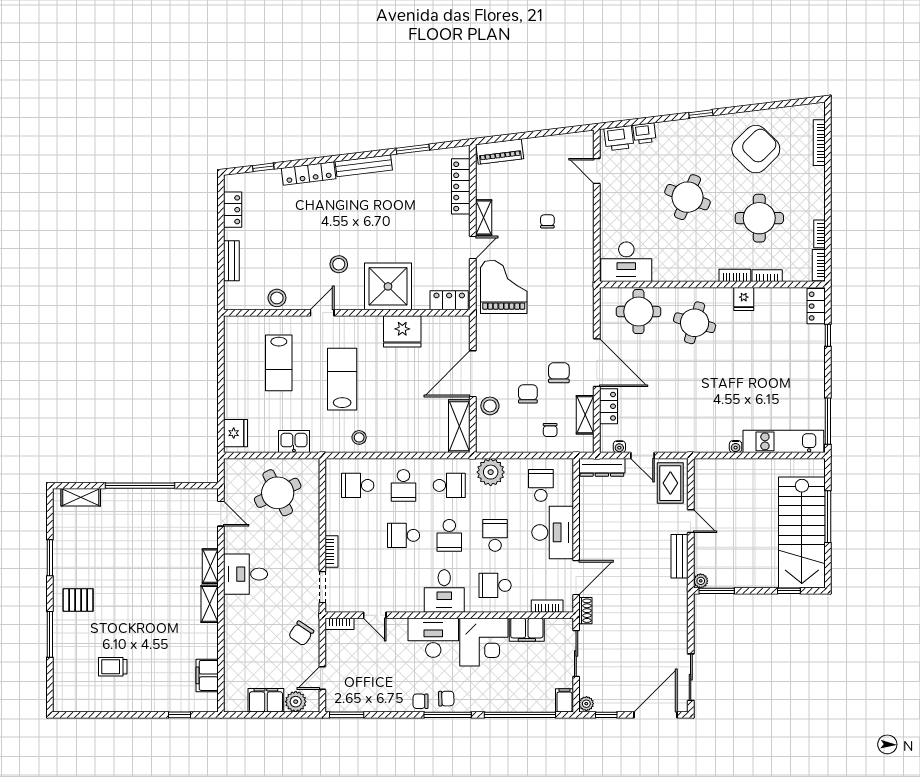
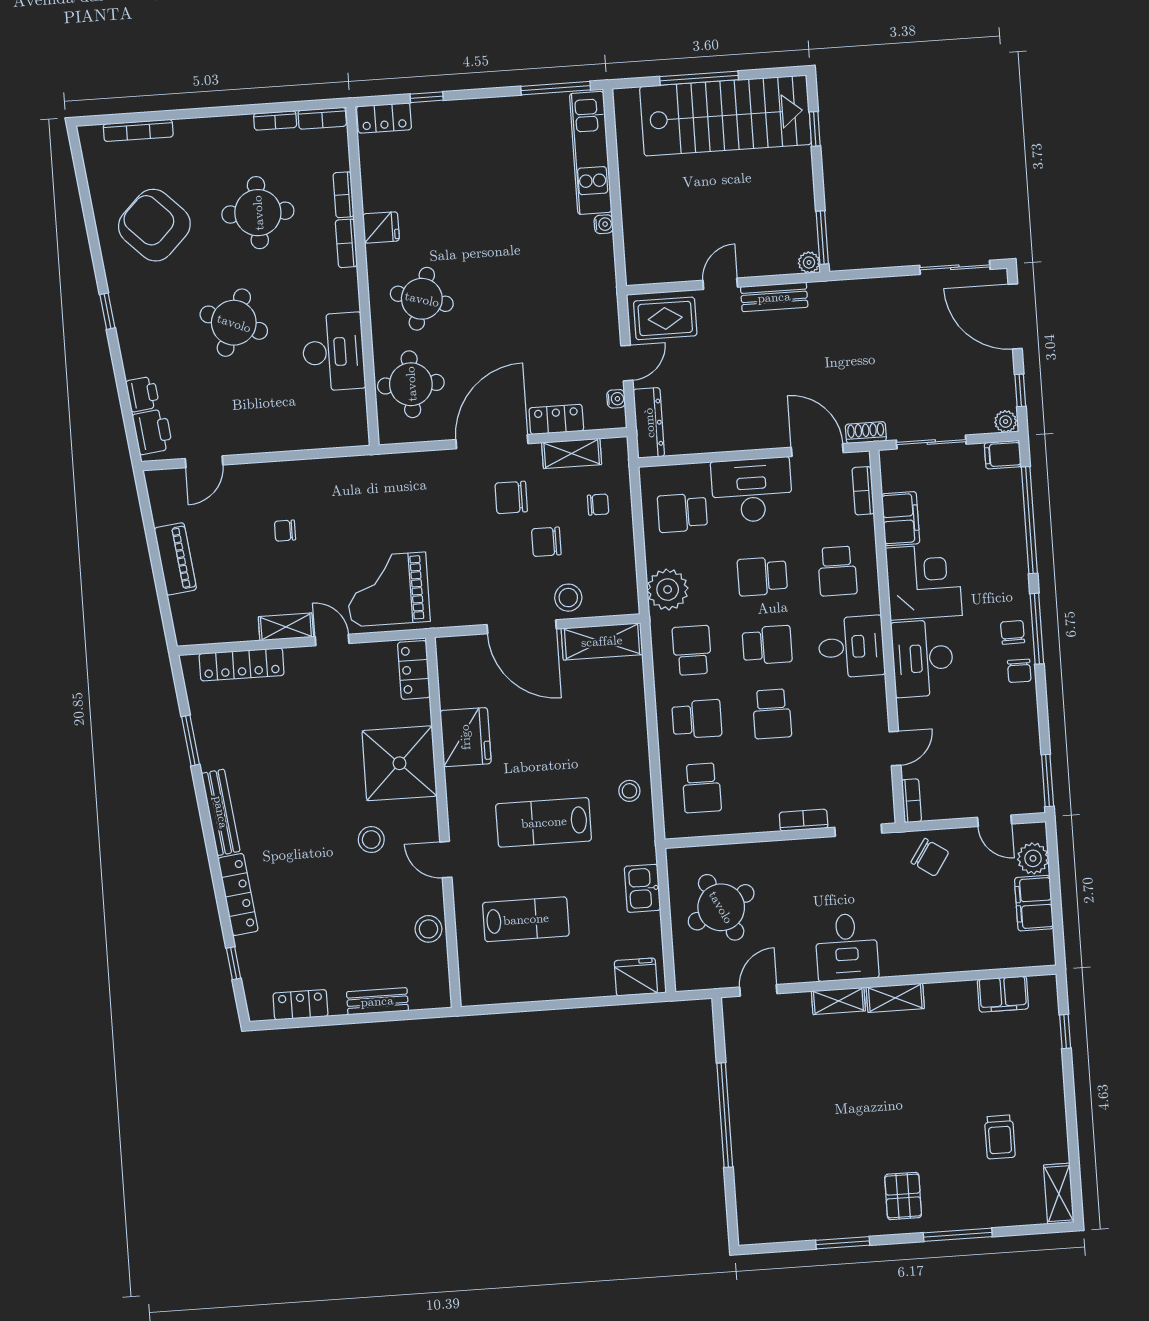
piano: (500, 152) -> (175, 559), moved
desk: (626, 262) -> (333, 352), moved
shelving: (81, 497) -> (1059, 1194), moved

